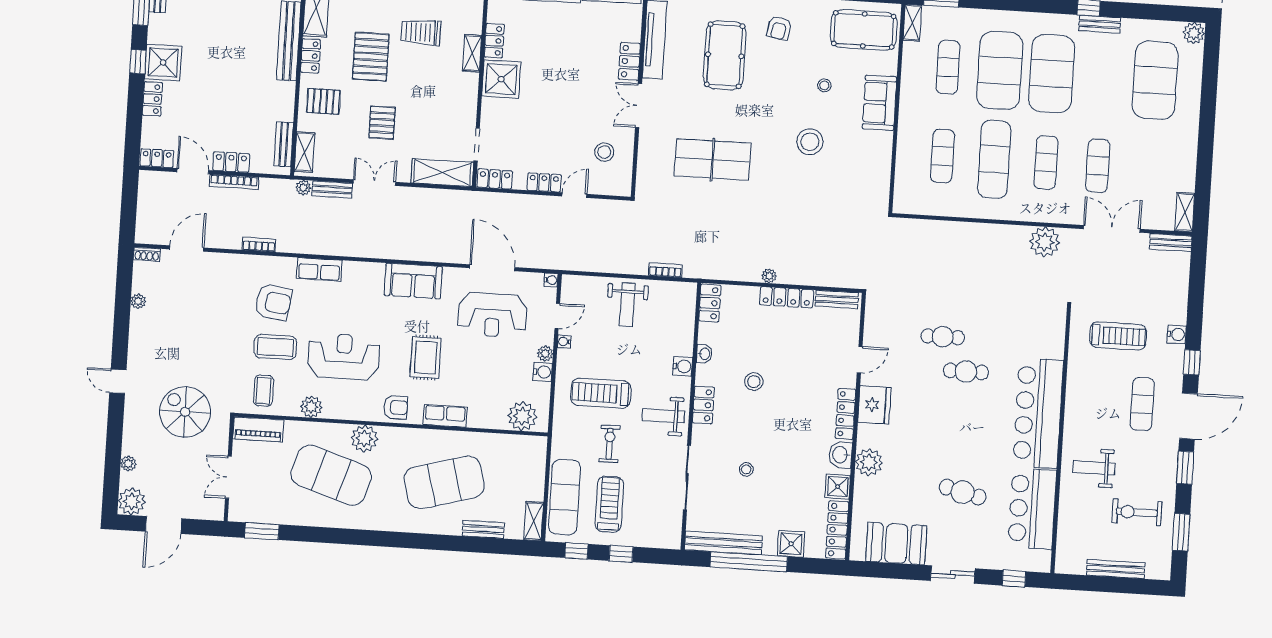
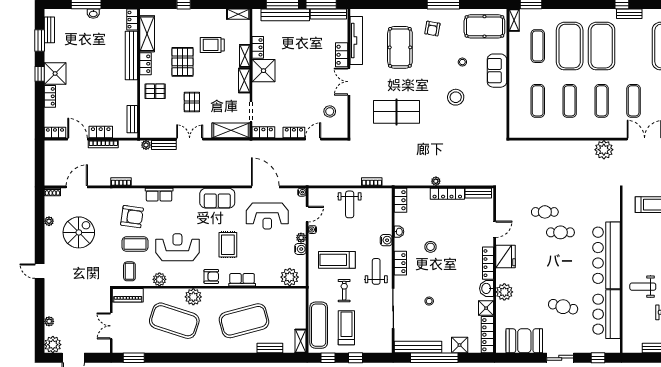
shelving: (305, 152) -> (244, 81), moved
exercise mat: (994, 159) -> (570, 101), width x0.73, depth x0.69
spiral stairs: (185, 412) -> (79, 232), moved, turned 90
weight bench: (663, 416) -> (376, 271), turned 90

